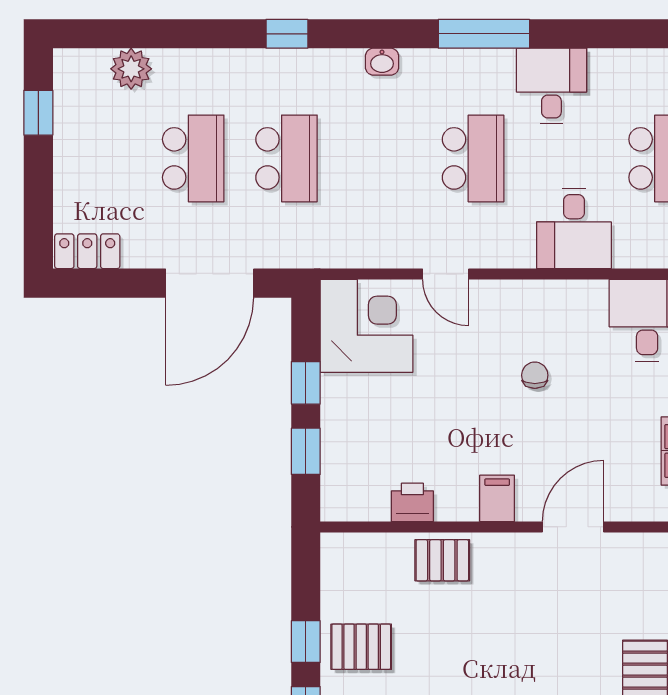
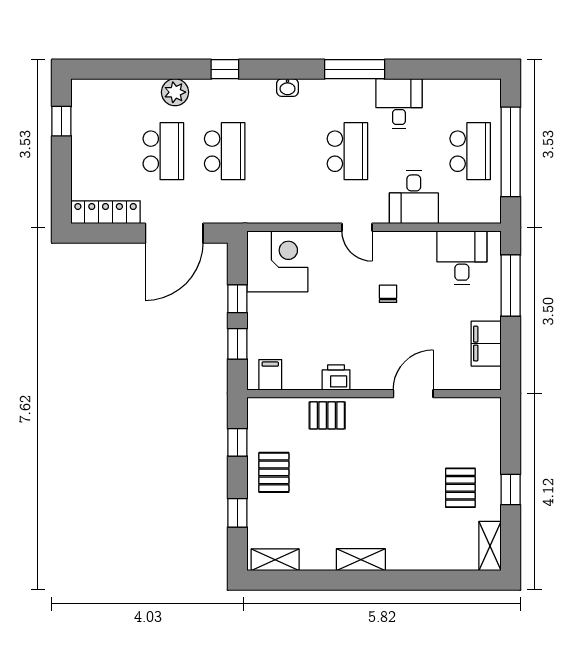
plant: (131, 69) -> (175, 92), moved
locker: (87, 251) -> (106, 212), width x1.53
door: (446, 274) -> (357, 227), moved
filing cabinet: (497, 498) -> (270, 375), moved
printer: (412, 502) -> (336, 377), moved
window: (306, 642) -> (237, 442), moved
pallet: (361, 647) -> (274, 472), turned 90

